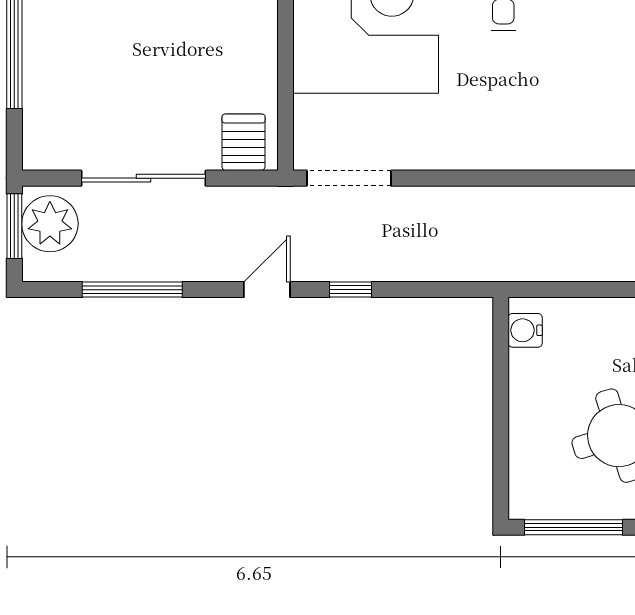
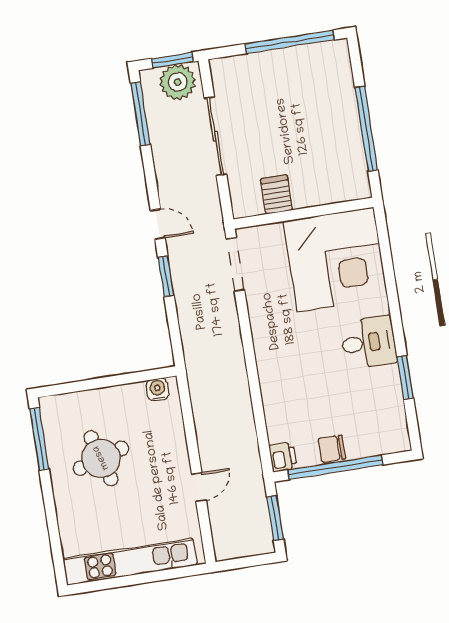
server rack: (244, 142) -> (277, 194), moved, turned -90
window: (132, 290) -> (140, 114), moved
window: (351, 290) -> (166, 276), width x1.50

